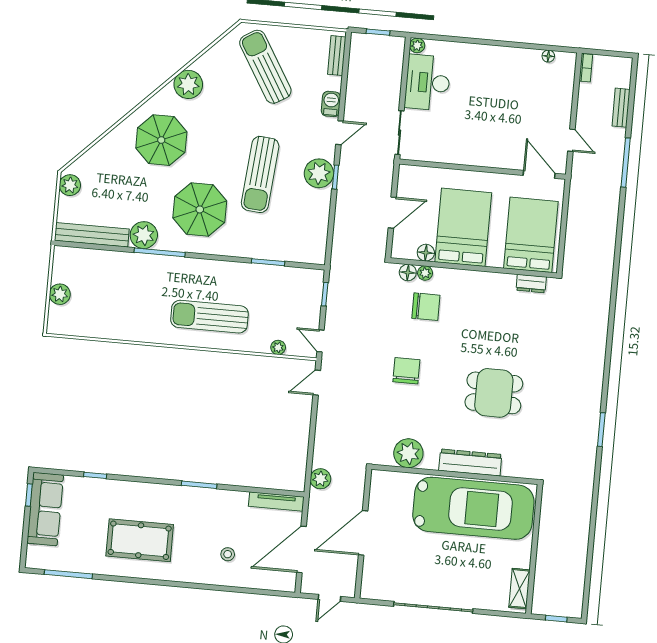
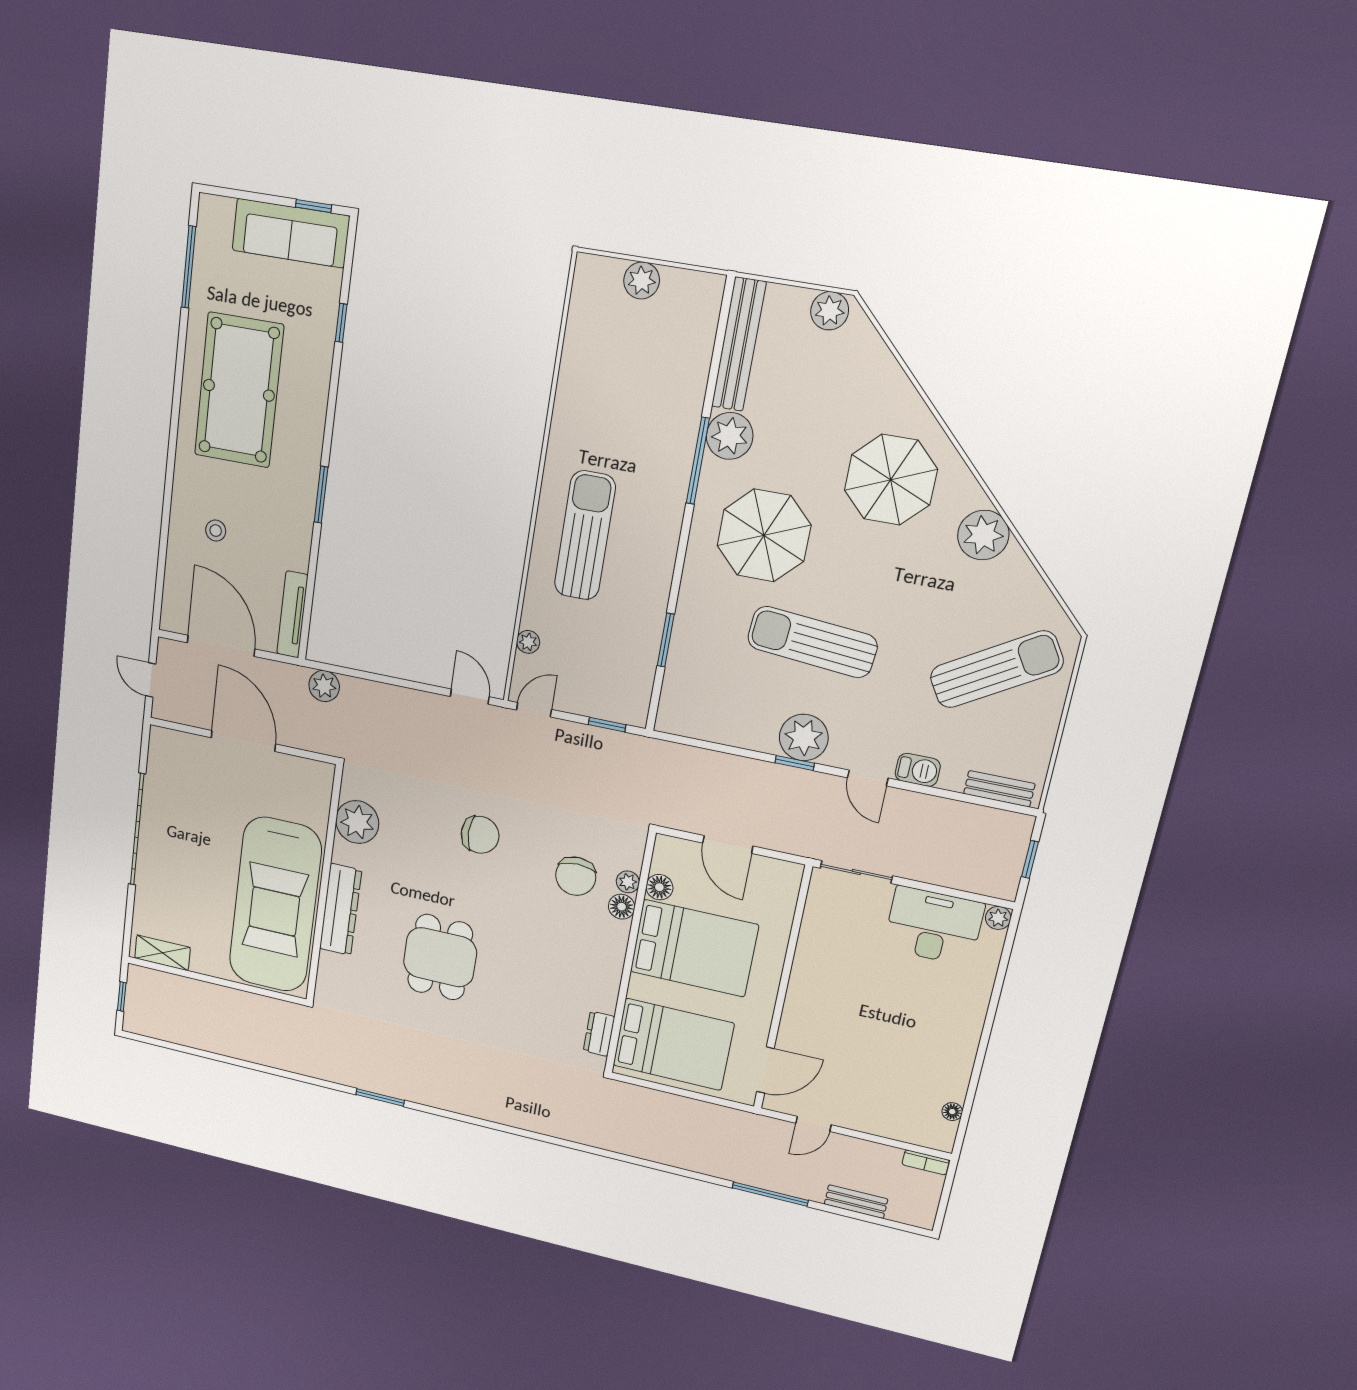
floor lamp: (408, 273) -> (622, 907), moved
pool table: (140, 540) -> (239, 390), width x1.36, depth x1.32

